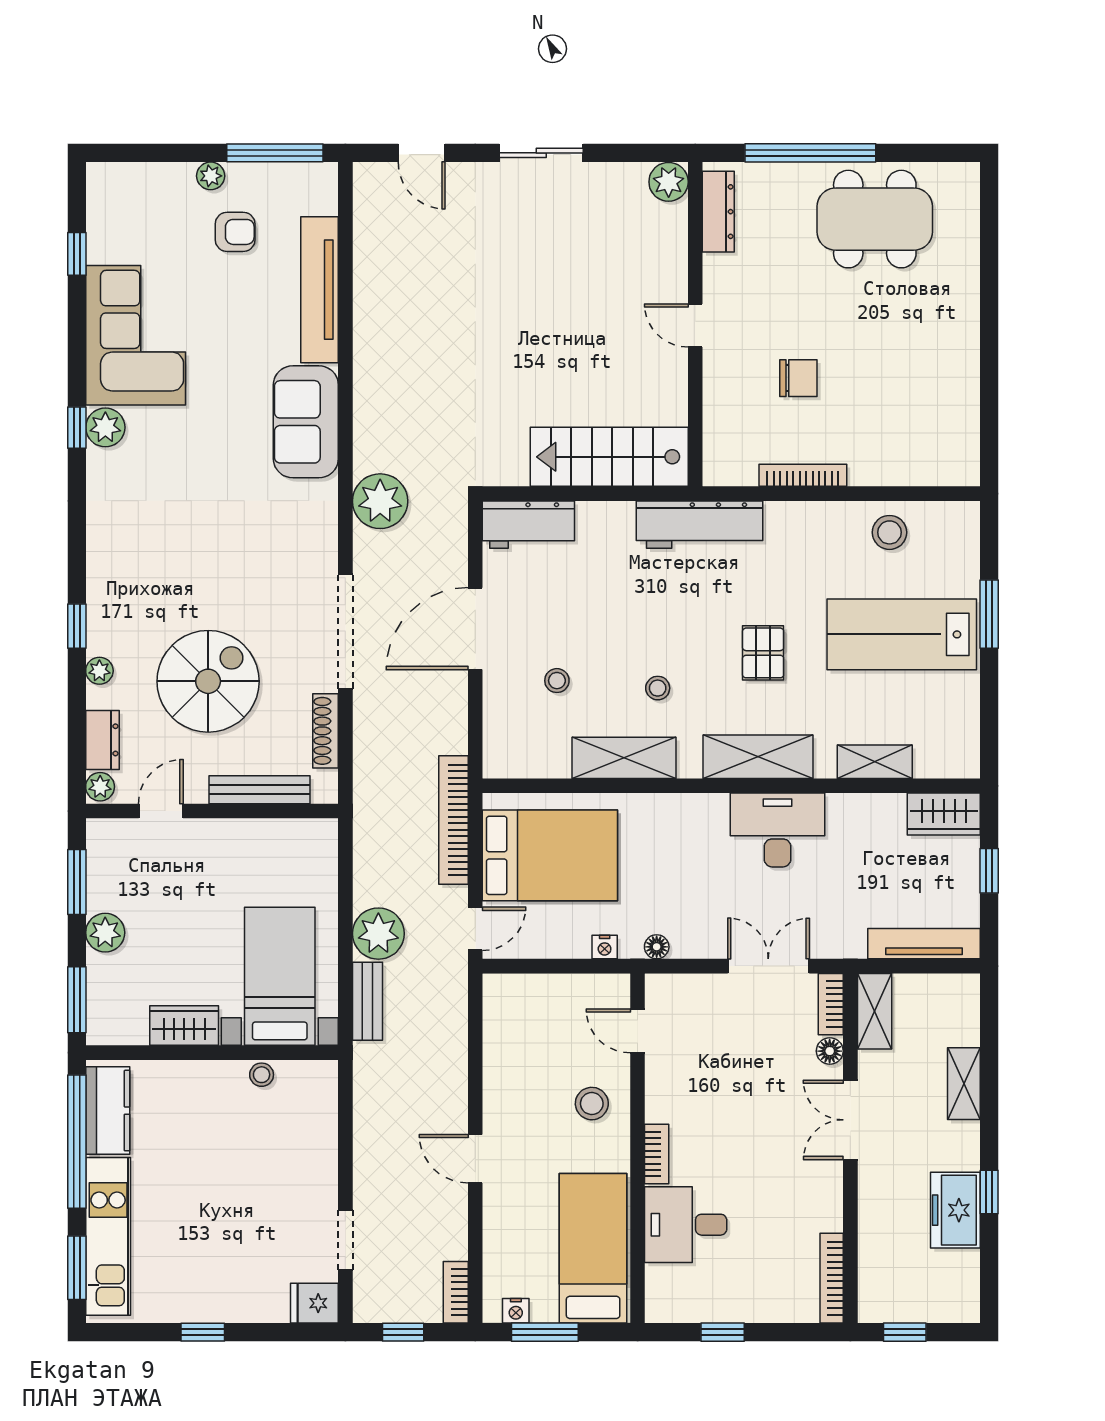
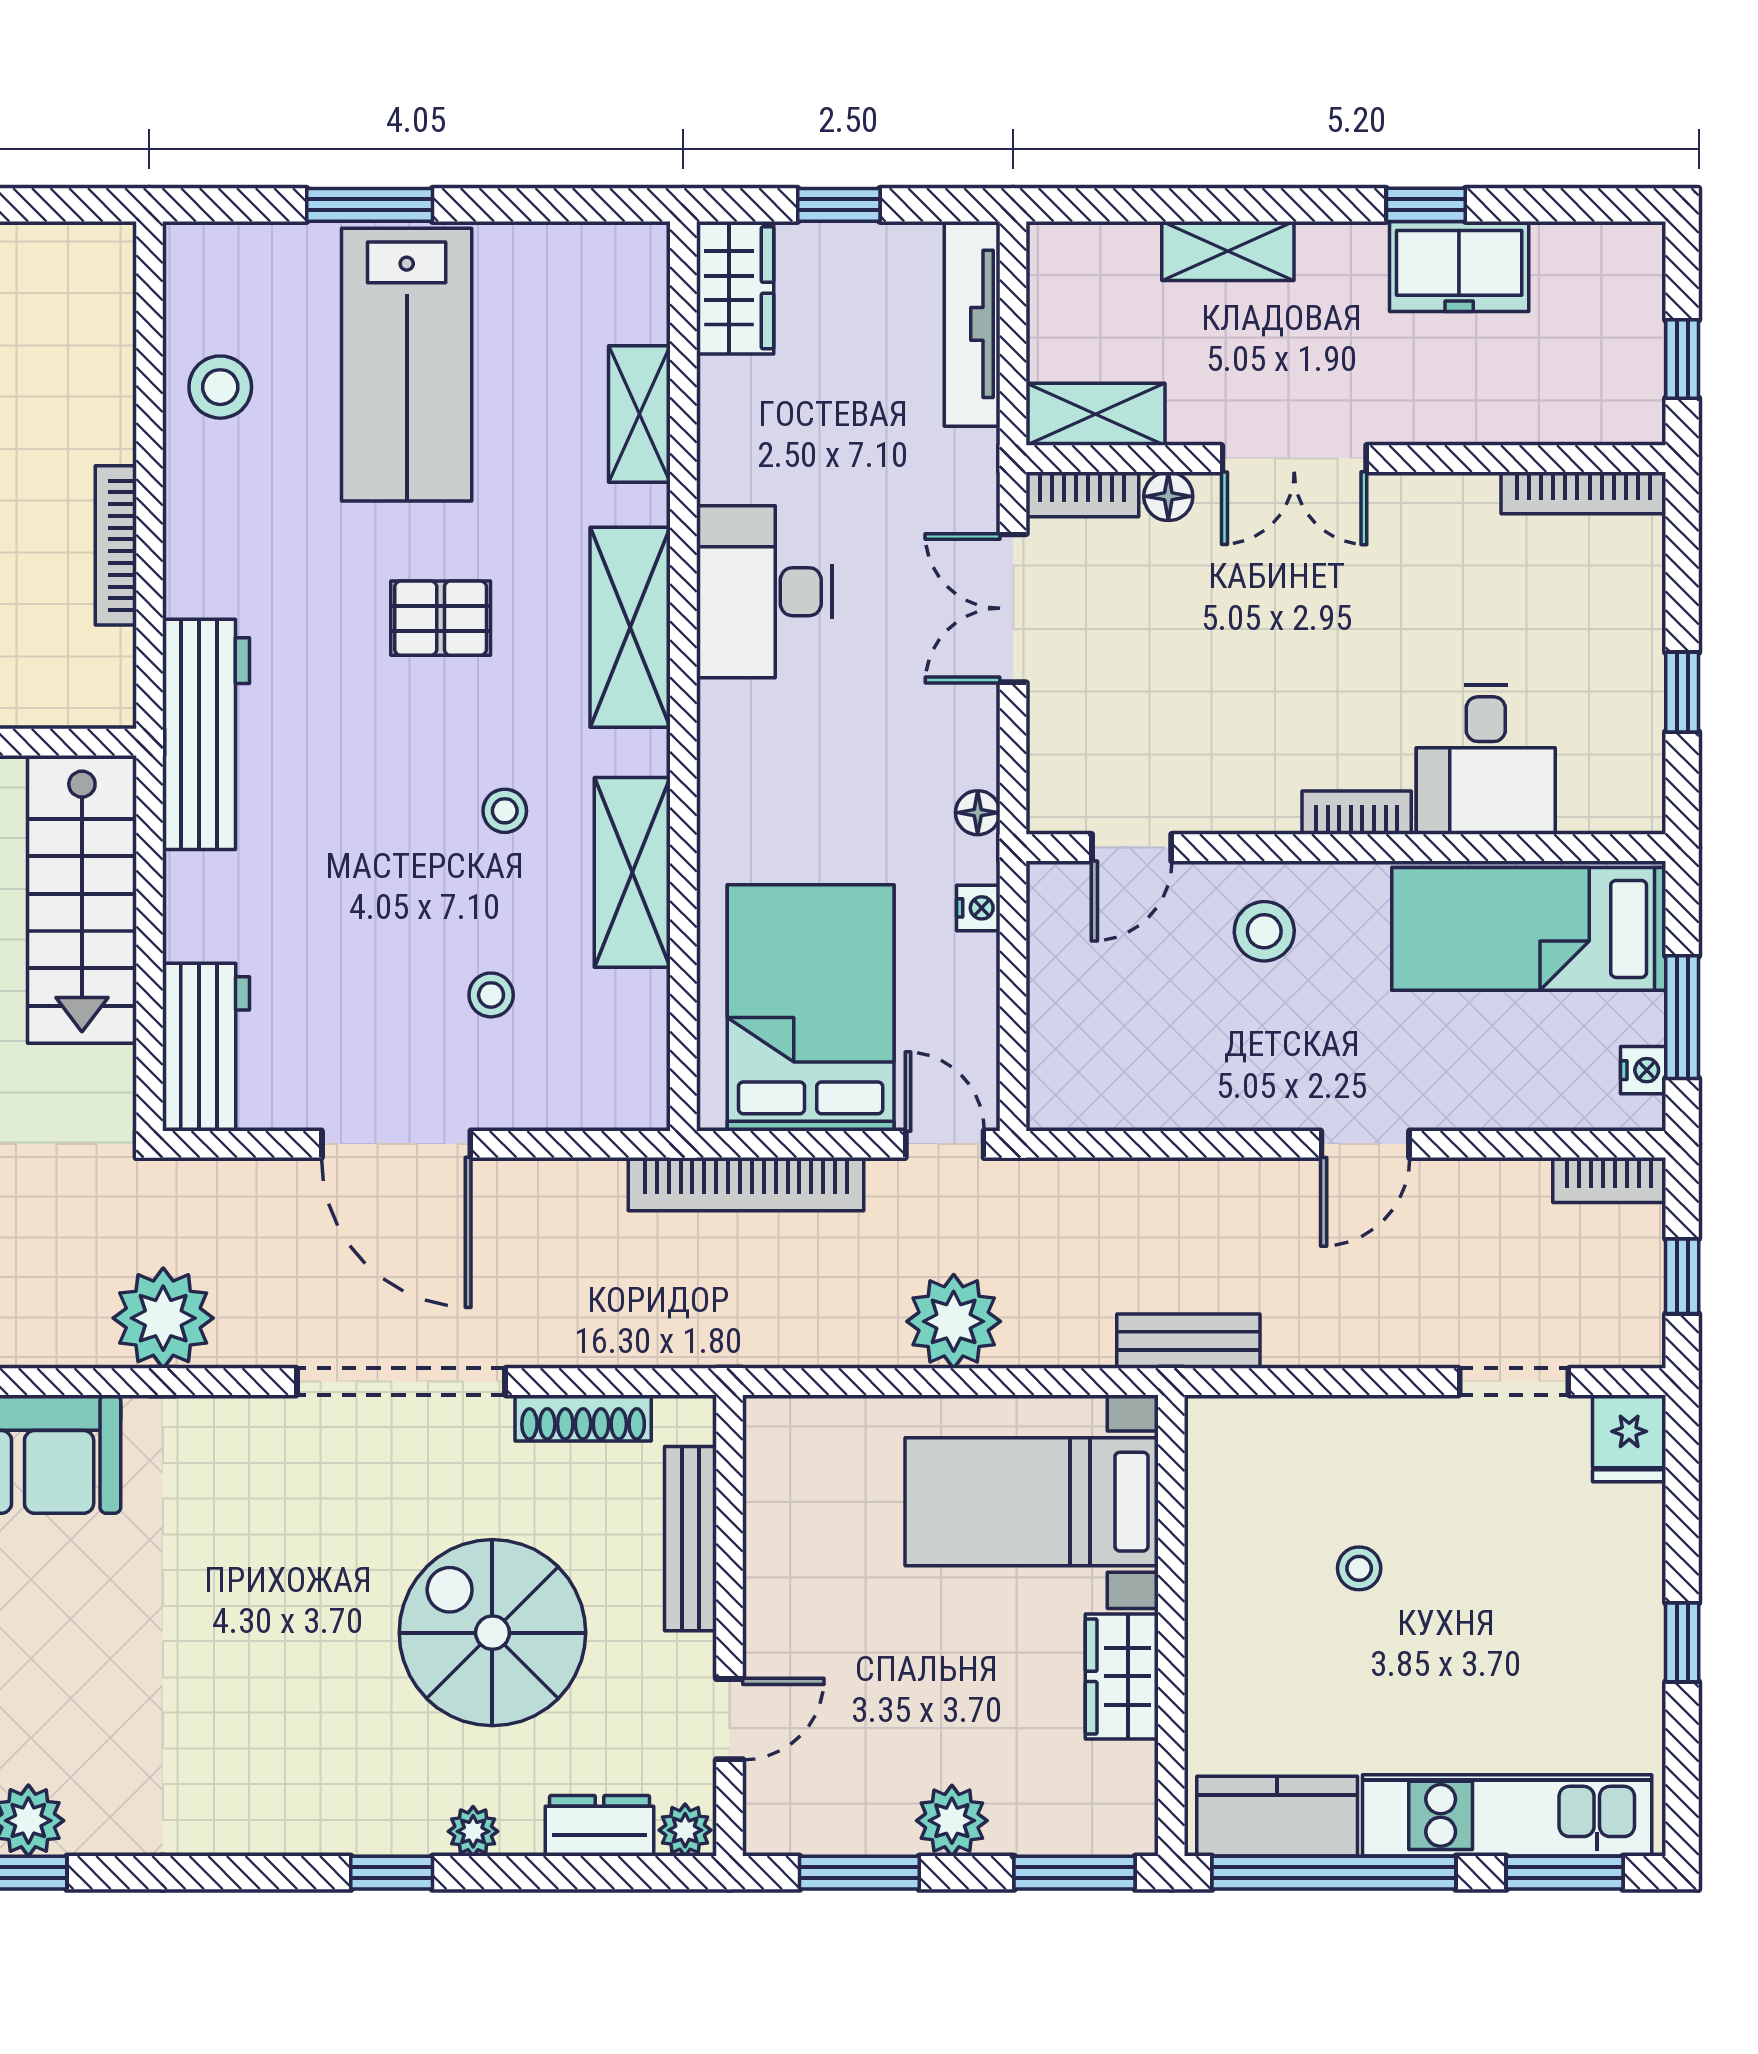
door: (161, 811) -> (730, 1719), swing flipped
bench: (368, 1001) -> (1188, 1341), moved
stool: (262, 1075) -> (1359, 1568), moved

